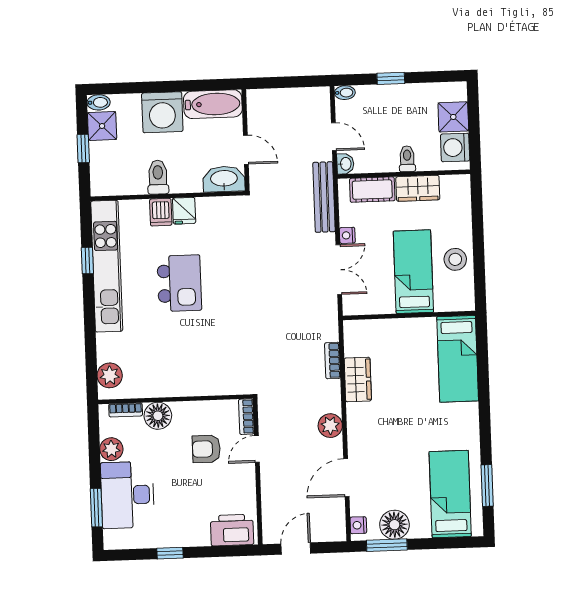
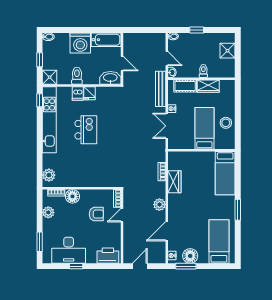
shower: (102, 126) -> (50, 77), moved
washing machine: (455, 147) -> (228, 66), removed
window: (87, 261) -> (40, 100), moved
double door: (339, 270) -> (167, 126), swing flipped
armchair: (206, 449) -> (96, 214), turned 180
window: (487, 486) -> (238, 210), moved
desk: (127, 495) -> (69, 250), moved, turned -90

